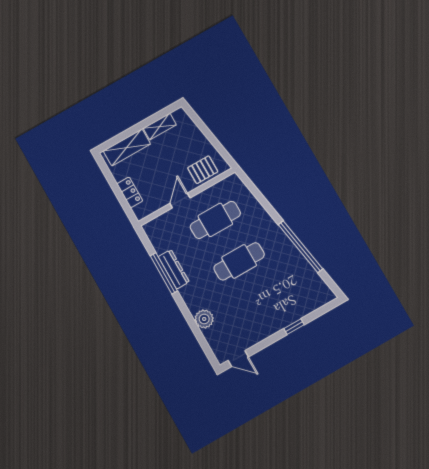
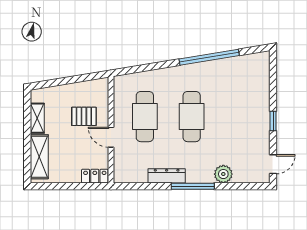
pallet: (203, 170) -> (84, 116), moved, turned 90
locker: (130, 192) -> (95, 176), moved
window: (164, 273) -> (193, 186), moved
window: (294, 327) -> (273, 121), moved

